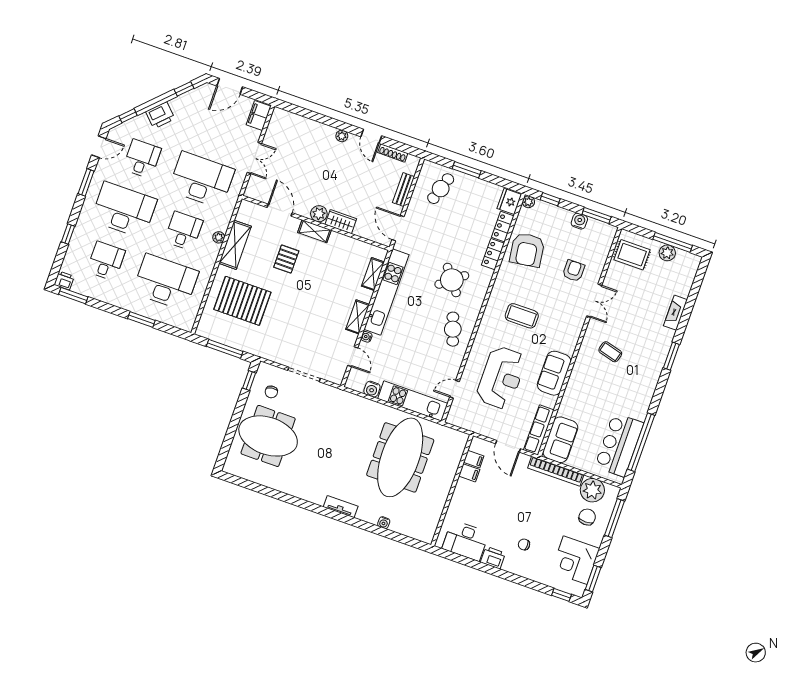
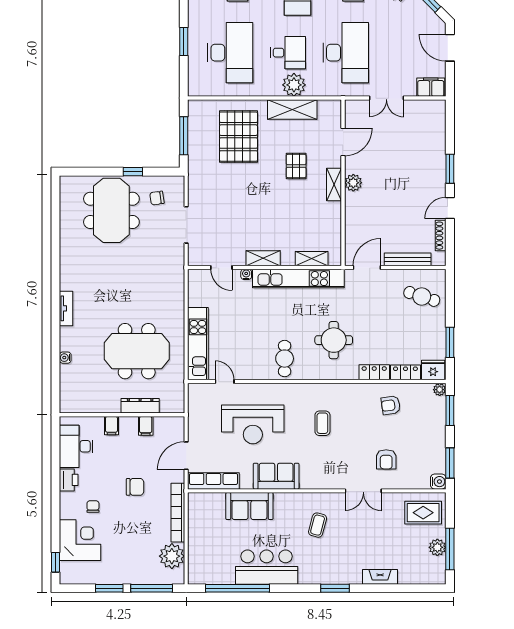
window: (337, 124) -> (450, 169), added
plant: (342, 136) -> (440, 178), removed
window: (467, 170) -> (450, 342), moved
bench: (404, 190) -> (408, 259), width x1.36
window: (550, 199) -> (450, 411), width x1.50
water cooler: (579, 221) -> (438, 482), moved
wardrobe: (341, 222) -> (353, 208), removed
plant: (219, 237) -> (294, 85), width x1.87, depth x1.87
armchair: (527, 250) -> (391, 405), width x0.53, depth x0.53
rug: (632, 255) -> (423, 513), turned 90
pallet: (286, 259) -> (296, 166), turned 90
armchair: (574, 271) -> (386, 459), turned 90
round table: (452, 280) -> (334, 340), turned 38
coffee table: (522, 316) -> (322, 423), width x0.73, depth x0.77
cafe table: (453, 329) -> (285, 359), turned -71
door: (353, 357) -> (221, 268), hinge flipped
window: (249, 381) -> (133, 172), moved
water cooler: (372, 389) -> (195, 298), removed
sofa: (560, 440) -> (249, 506), moved
bar counter: (619, 445) -> (267, 567), moved
meeting table: (400, 457) -> (137, 351), width x0.73
filing cabinet: (474, 459) -> (111, 426), moved
dresser: (450, 471) -> (140, 406), added
chair: (587, 517) -> (135, 487), moved
corner desk: (575, 560) -> (80, 540), moved, turned 90
window: (593, 579) -> (109, 588), moved

